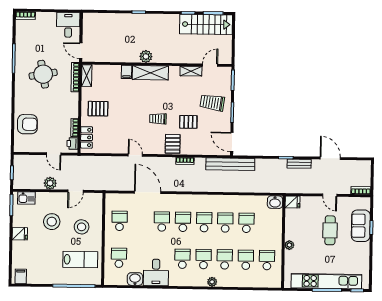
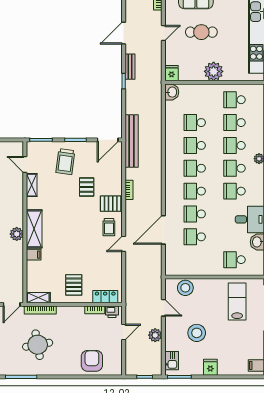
trolley: (158, 119) -> (109, 227), moved
school desk: (120, 221) -> (195, 237), moved
stool: (82, 227) -> (185, 288), moved
plant: (289, 245) -> (214, 71), width x1.88, depth x1.88

